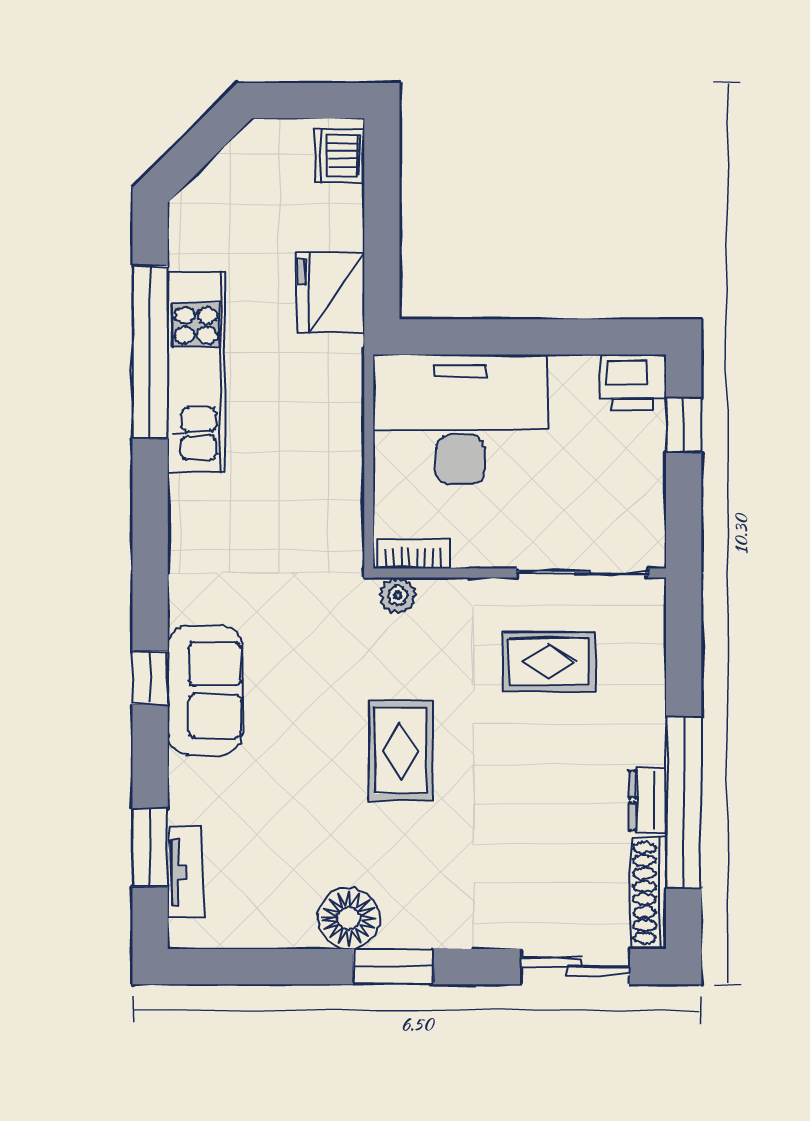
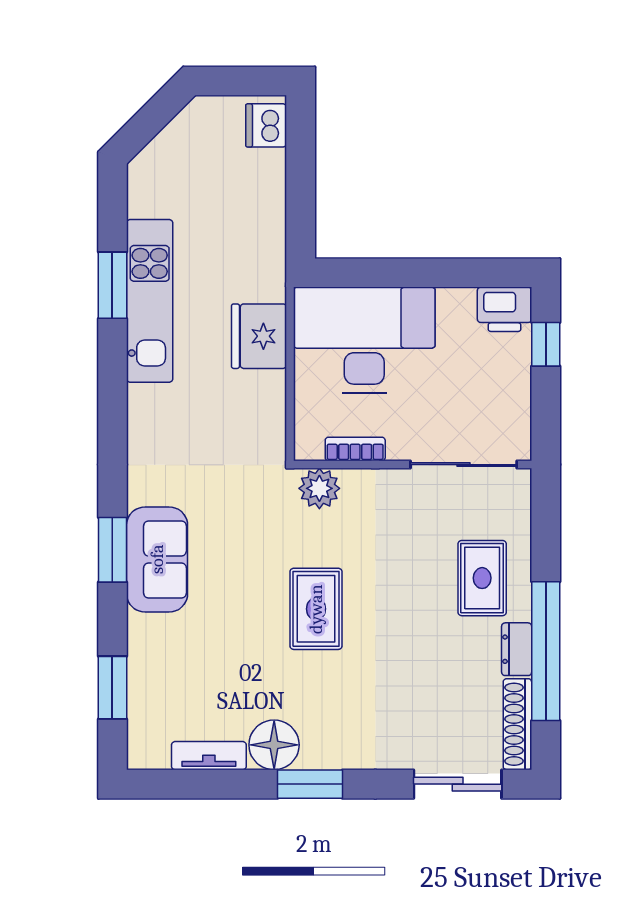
fridge: (331, 293) -> (259, 336), moved
window: (150, 352) -> (112, 285), width x0.47
bookcase: (413, 554) -> (355, 449), moved
plant: (398, 596) -> (319, 488), width x1.38, depth x1.38
rug: (549, 662) -> (482, 578), moved, turned 90
window: (150, 678) -> (112, 550), width x1.50
tv unit: (185, 872) -> (209, 756), moved, turned -90

